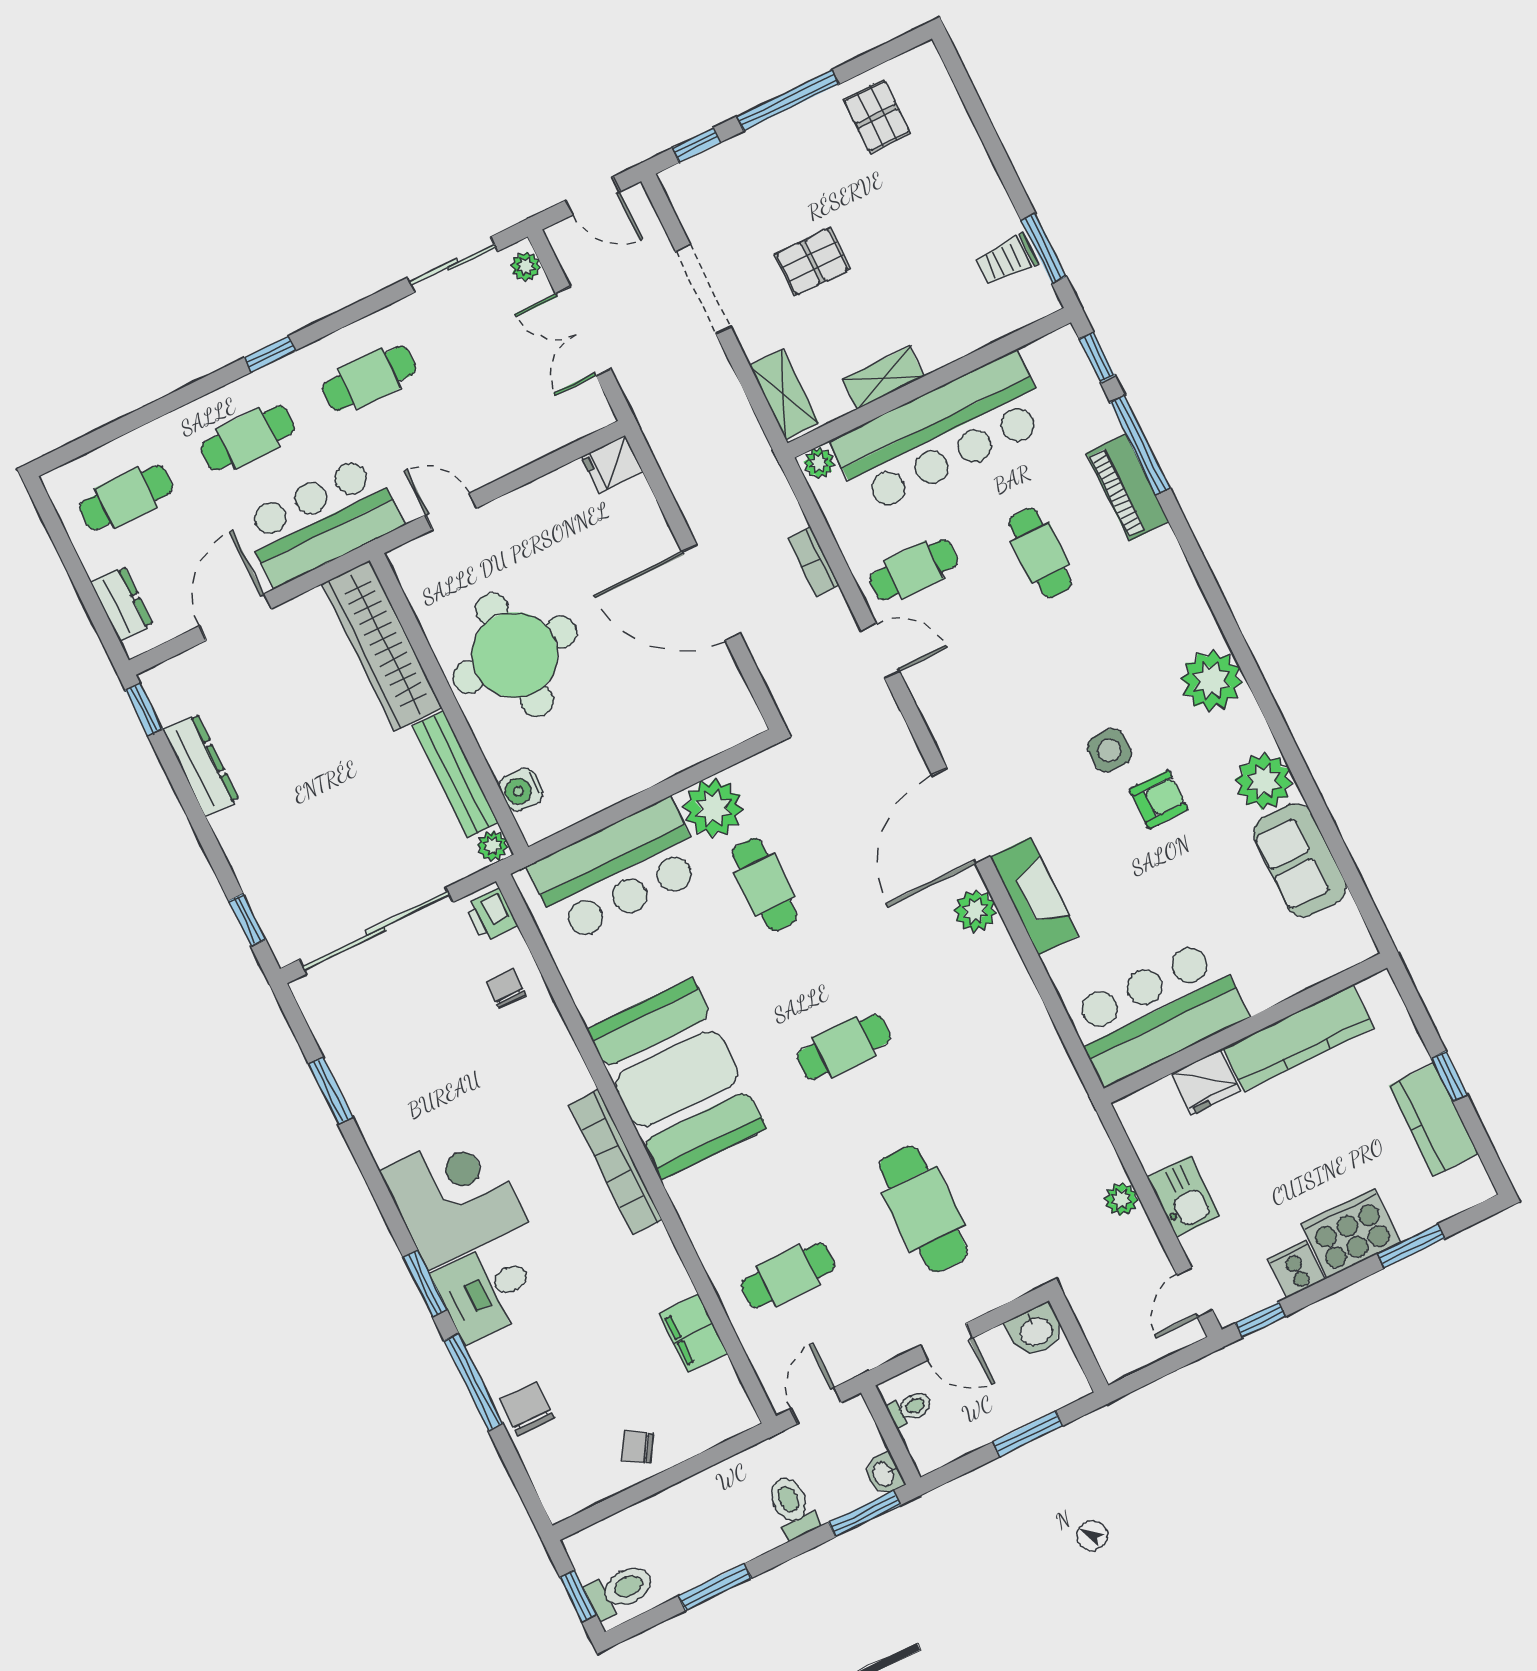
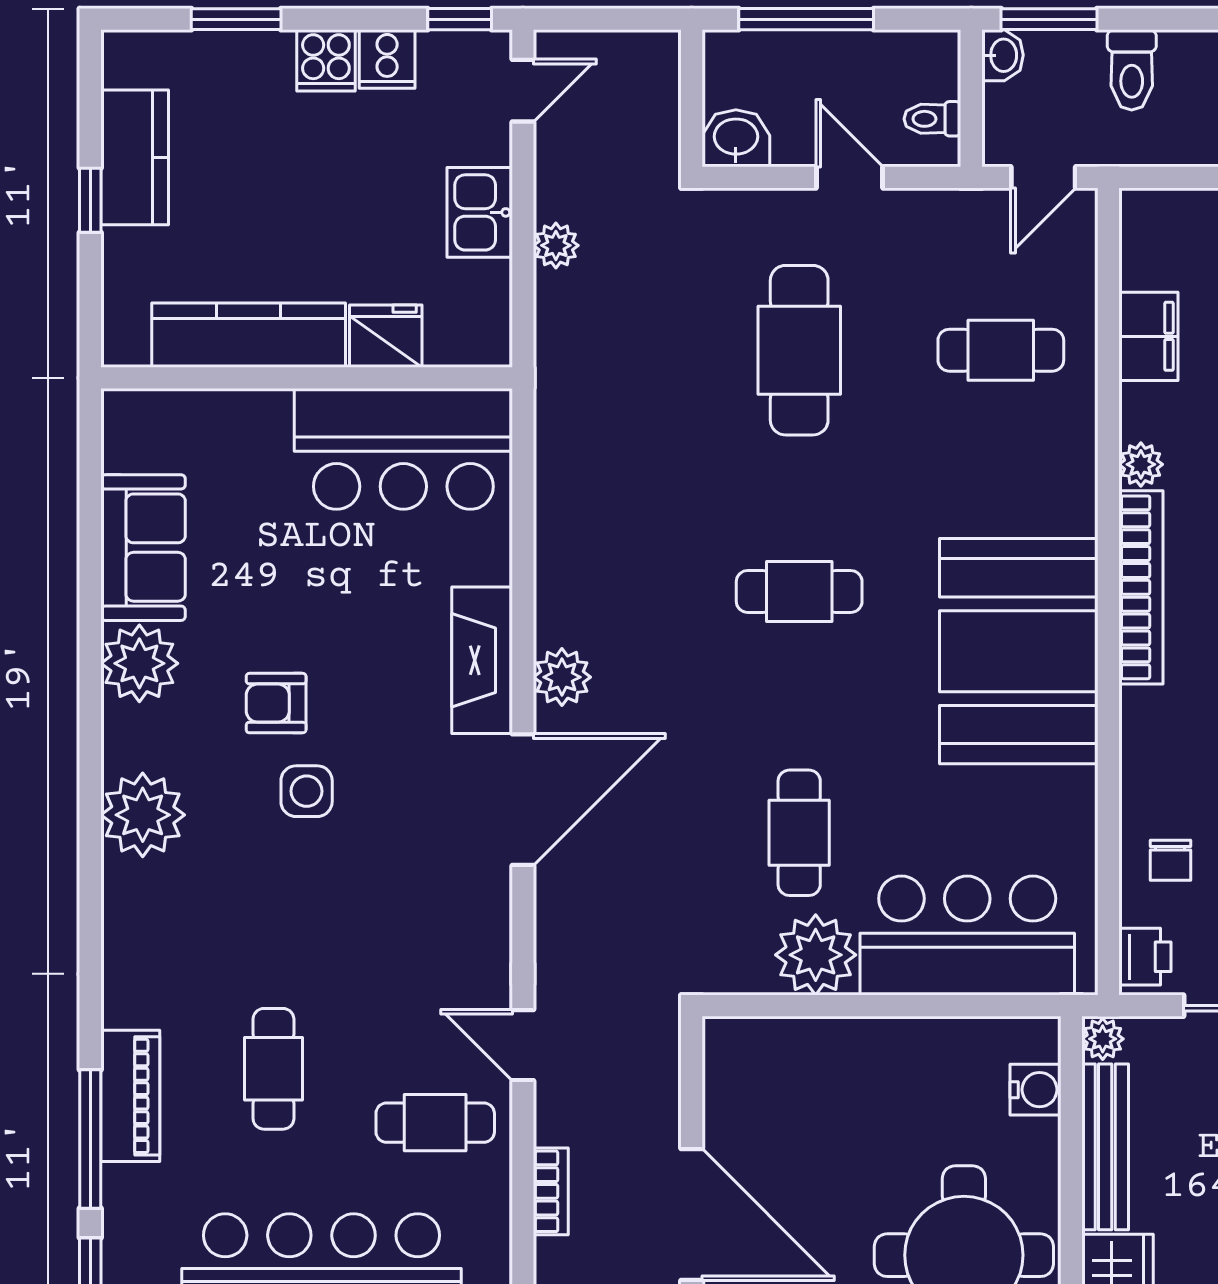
cooker: (1351, 1233) -> (326, 60), width x0.53, depth x0.76
plant: (656, 1245) -> (1141, 464), added
window: (1028, 1434) -> (806, 19), width x1.44

